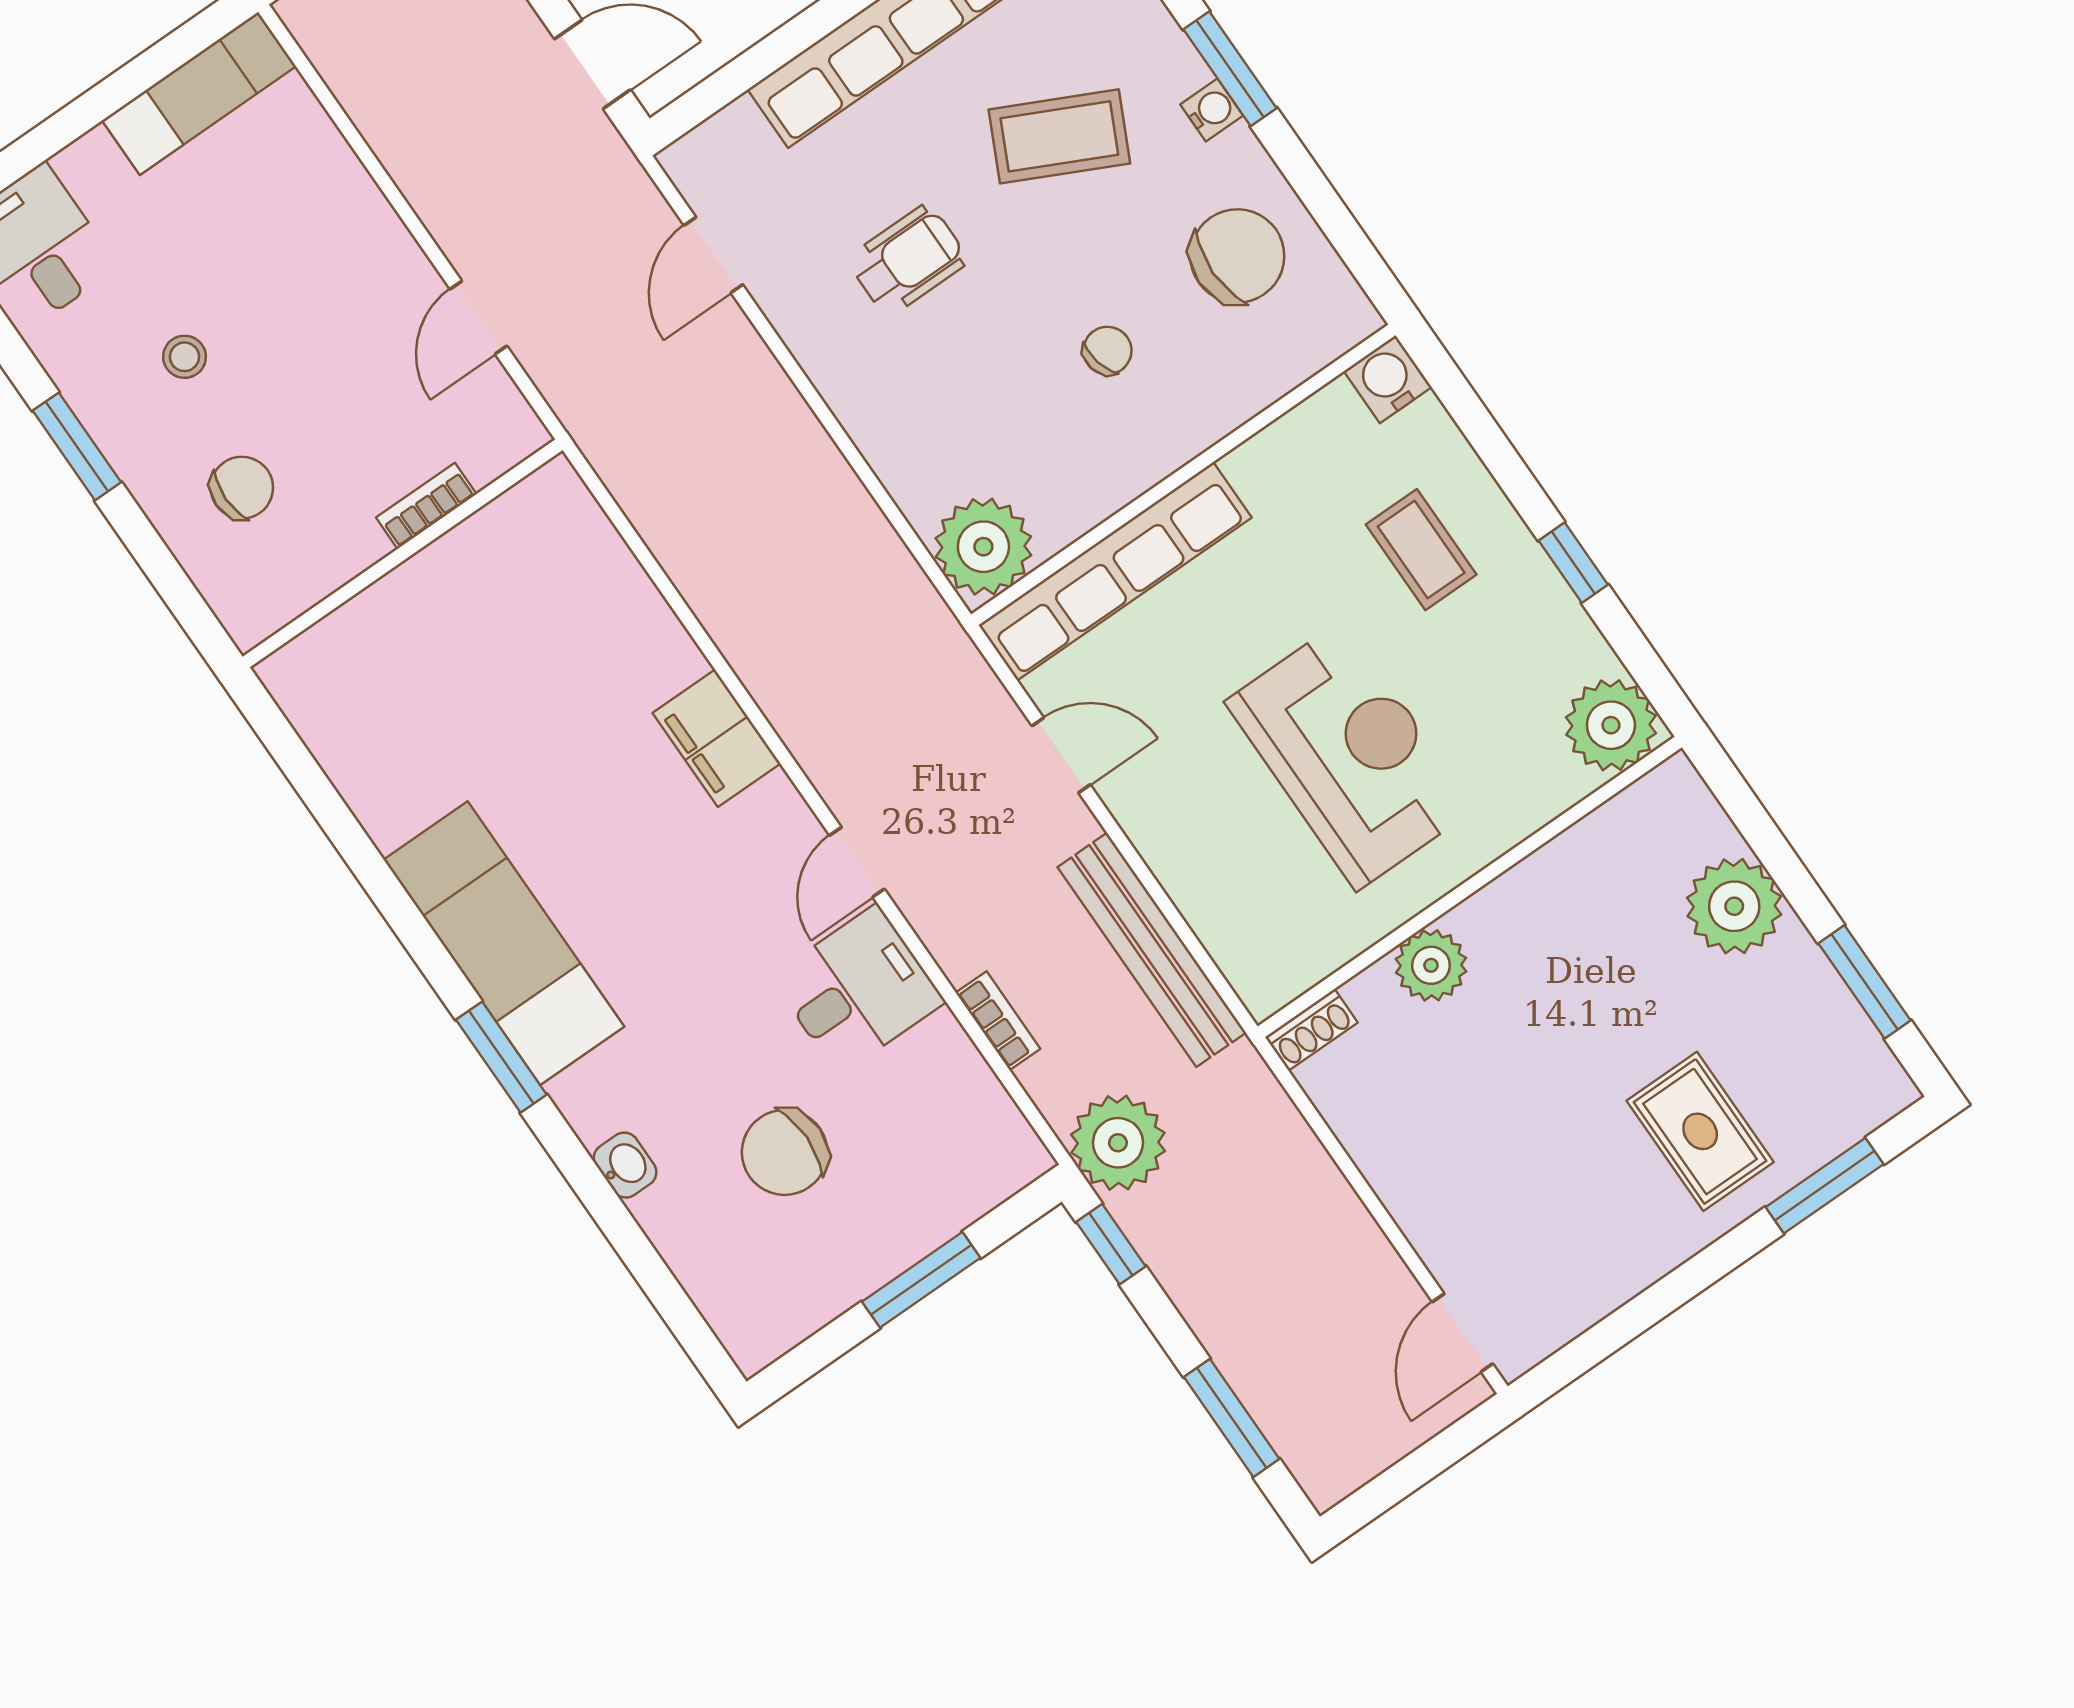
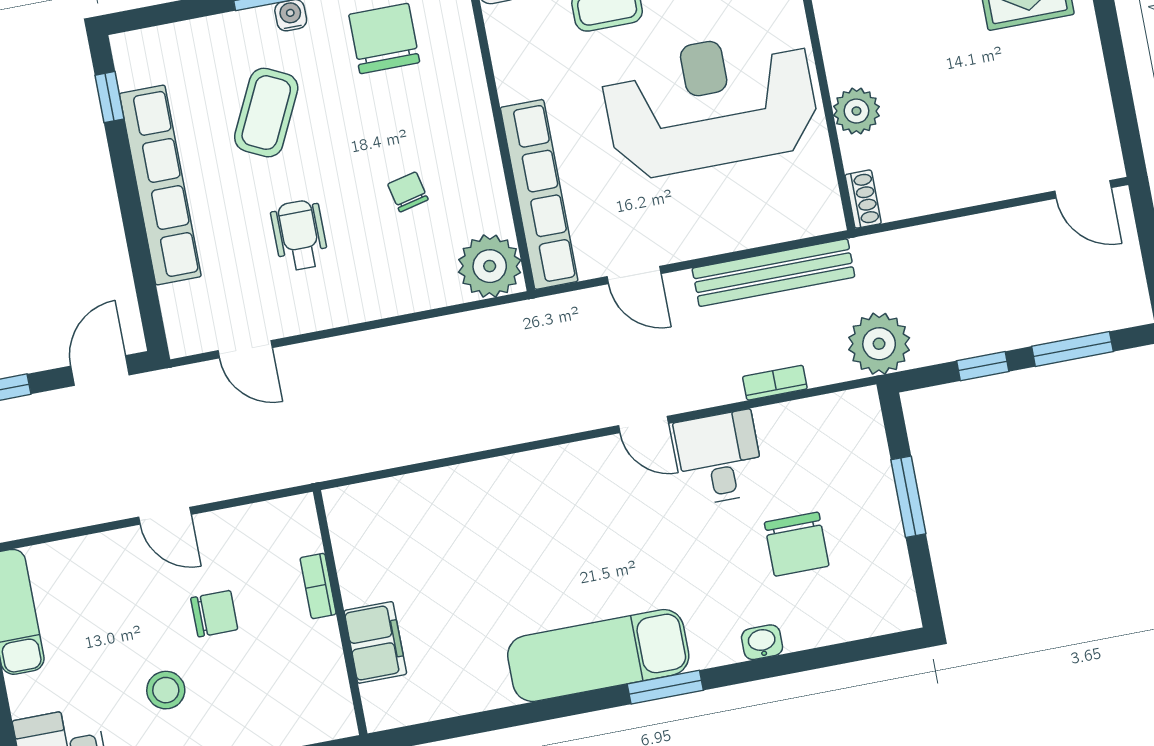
door: (478, 318) -> (165, 516), moved
chair: (1107, 351) -> (408, 192), moved
stool: (184, 357) -> (166, 690), width x1.37, depth x1.37
chair: (242, 488) -> (214, 614), moved, turned 90
filing cabinet: (717, 738) -> (375, 642), moved, turned -90
door: (1061, 755) -> (634, 275), swing flipped
reception desk: (1350, 755) -> (710, 104), width x1.36, depth x1.30
window: (1111, 1244) -> (983, 366), moved

